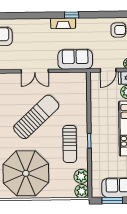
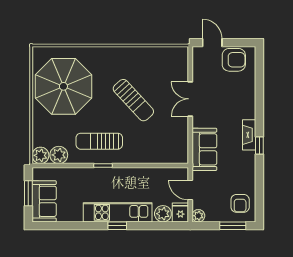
sun lounger: (36, 117) -> (133, 100), width x0.73, depth x0.75

